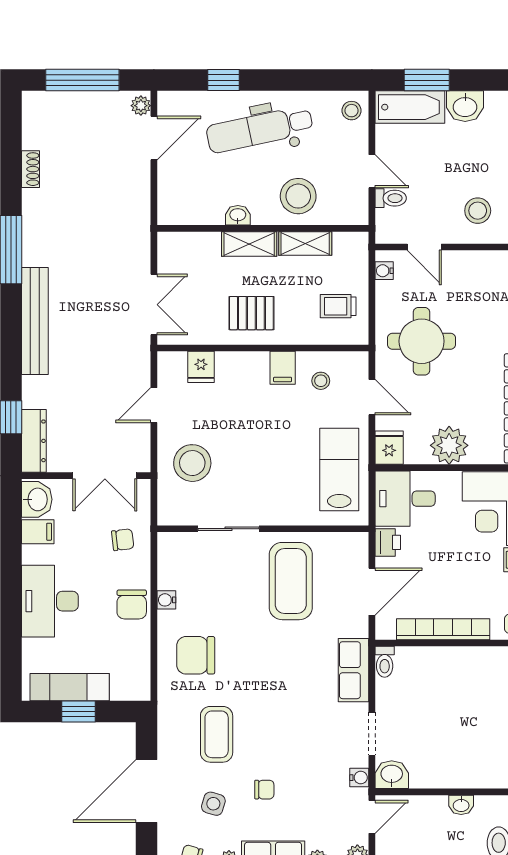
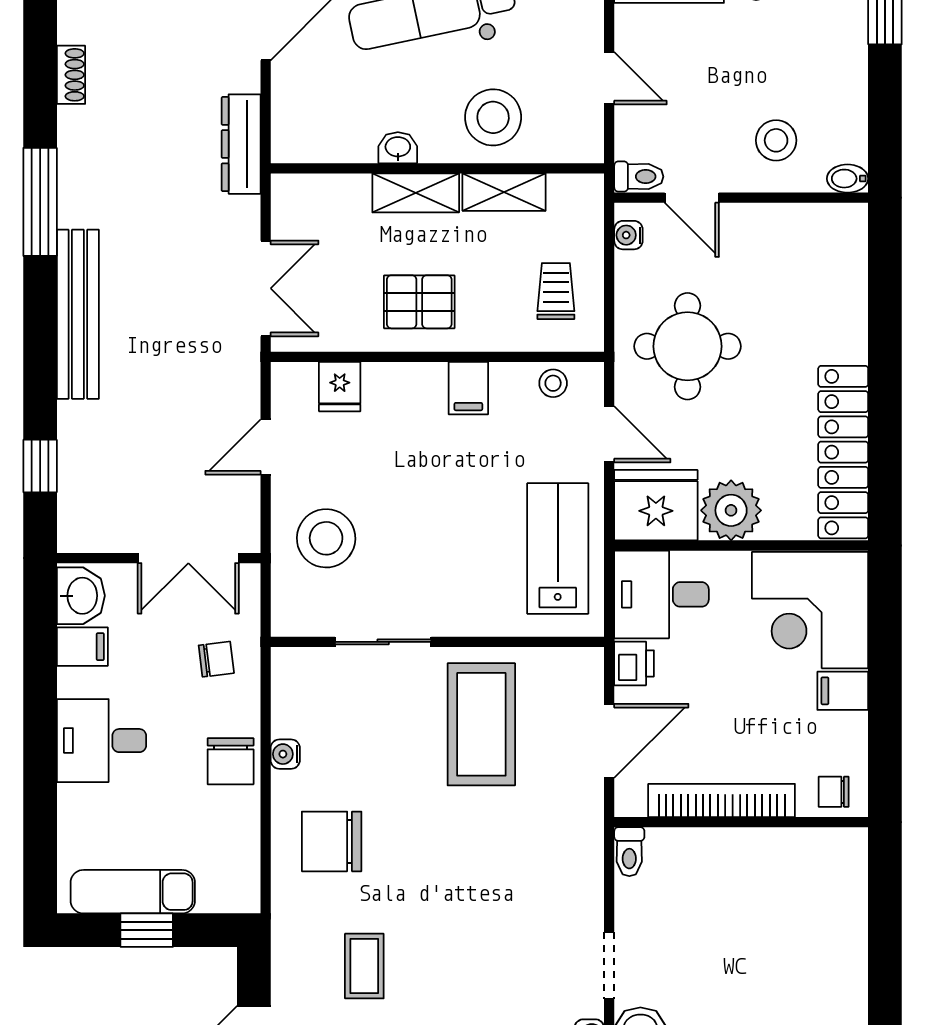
toilet: (391, 198) -> (639, 177), moved
trolley: (338, 306) -> (556, 291), turned 90
stool: (321, 381) -> (553, 383), moved
dresser: (34, 441) -> (241, 144), moved, turned 180
fridge: (389, 448) -> (656, 505), width x1.88, depth x1.34
desk: (50, 601) -> (102, 741), width x0.73
row of seats: (353, 670) -> (580, 865), removed
coffee table: (217, 734) -> (364, 966), width x0.73, depth x0.77

